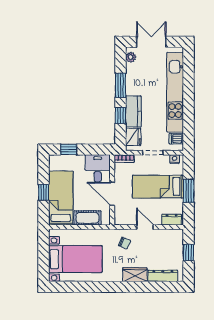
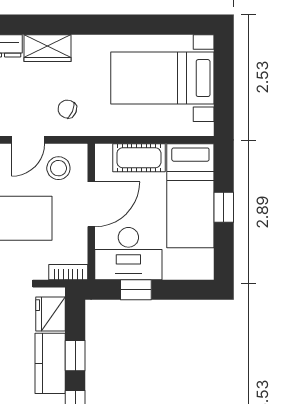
window: (69, 150) -> (136, 290), moved
desk: (98, 168) -> (128, 254), width x1.37
door: (112, 194) -> (91, 204), hinge flipped
stool: (129, 212) -> (58, 168), added
door: (145, 227) -> (28, 140), hinge flipped

